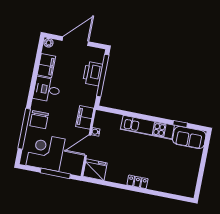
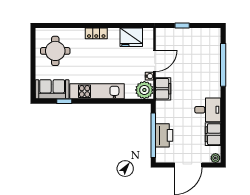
chair: (39, 120) -> (210, 77), removed
plant: (103, 120) -> (144, 90), added
corner desk: (46, 152) -> (196, 45), removed
fridge: (95, 170) -> (131, 37), moved
window: (55, 173) -> (182, 25), width x0.46
round table: (179, 173) -> (55, 51), added

